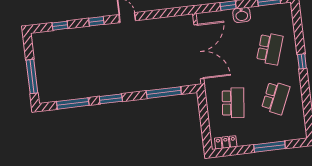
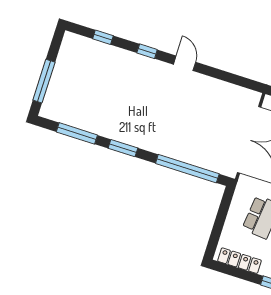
window: (164, 93) -> (187, 169), width x1.46
locker: (226, 142) -> (239, 261), width x1.53

